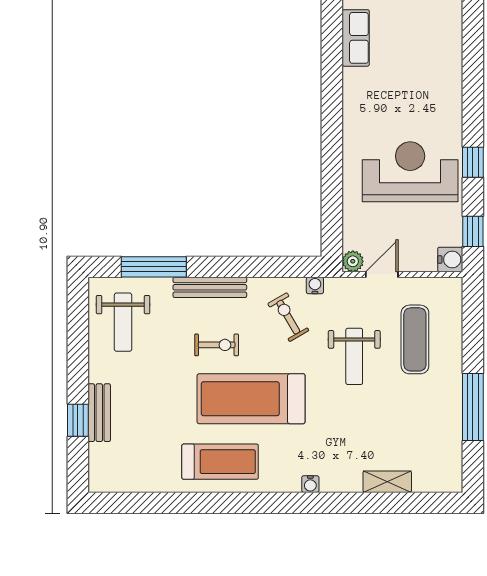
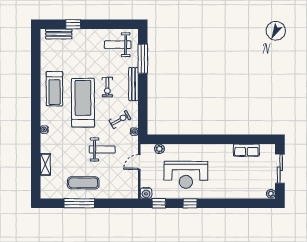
reception desk: (410, 172) -> (186, 175), turned 90
plant: (353, 261) -> (159, 149), moved
door: (382, 274) -> (139, 162), swing flipped
exercise mat: (415, 339) -> (83, 183), moved
weight bench: (354, 356) -> (102, 149), turned 180
bench: (99, 413) -> (59, 34), moved

